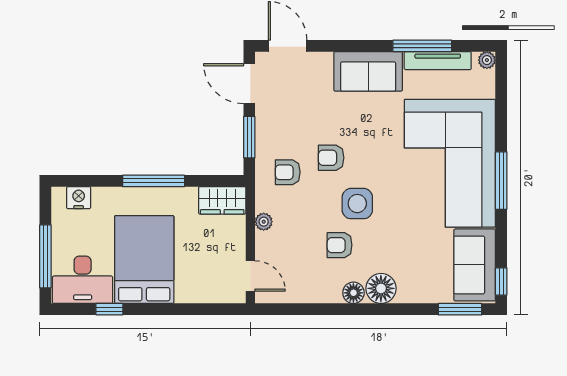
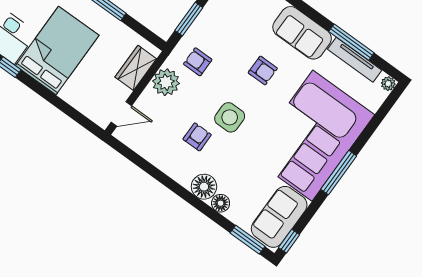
armchair: (331, 158) -> (263, 71), moved, turned 180
wardrobe: (222, 200) -> (136, 68), moved, turned 90
plant: (264, 222) -> (166, 82), width x1.87, depth x1.87
armchair: (340, 245) -> (197, 137), turned 90
door: (250, 276) -> (121, 114), hinge flipped
floor lamp: (353, 293) -> (221, 203), moved

